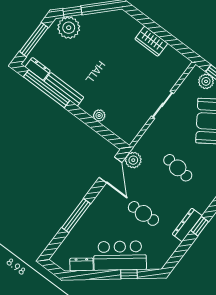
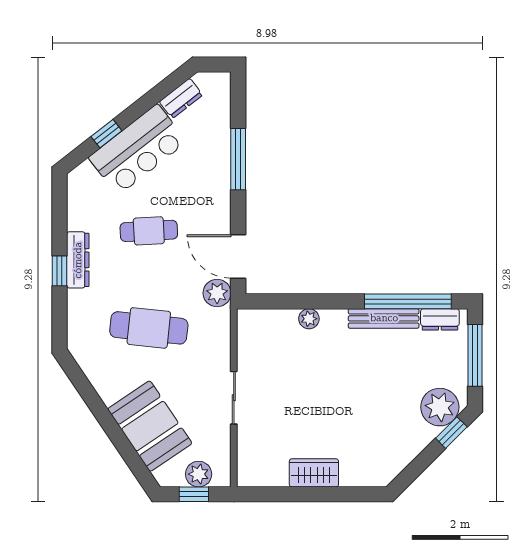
cafe table: (178, 168) -> (149, 328), width x1.37, depth x1.35

